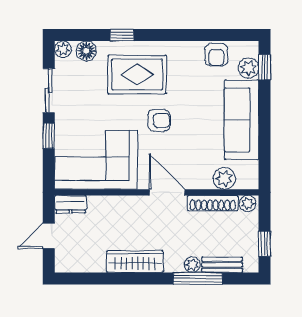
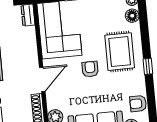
window: (122, 35) -> (148, 66), moved
armchair: (159, 120) -> (90, 69), turned 180

